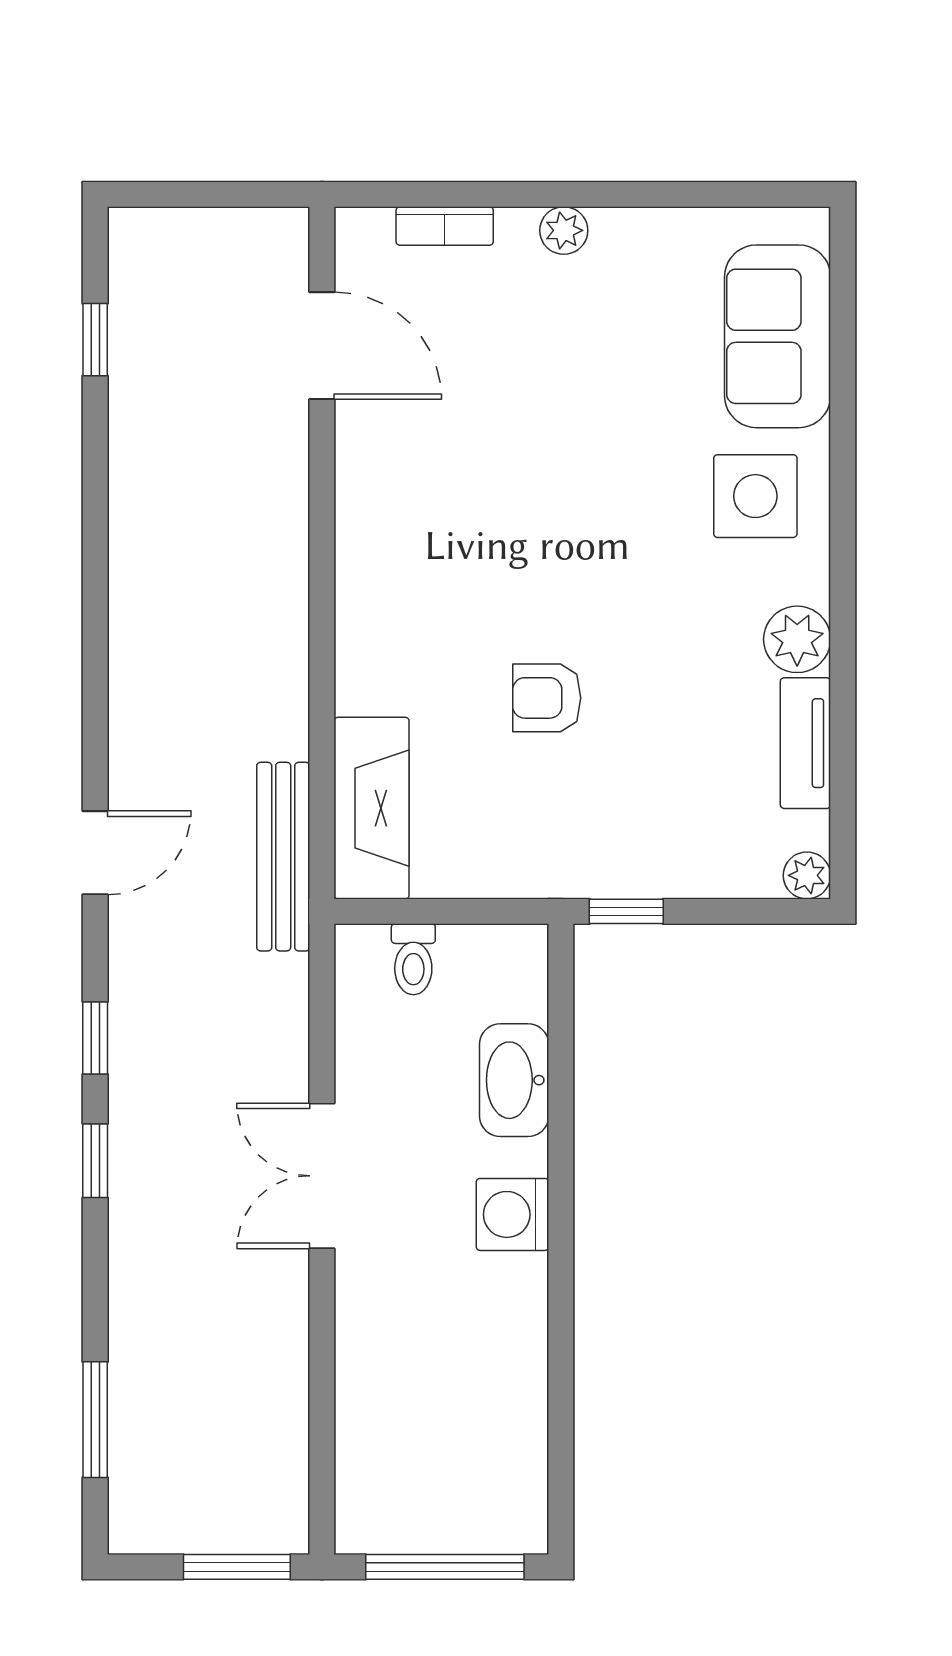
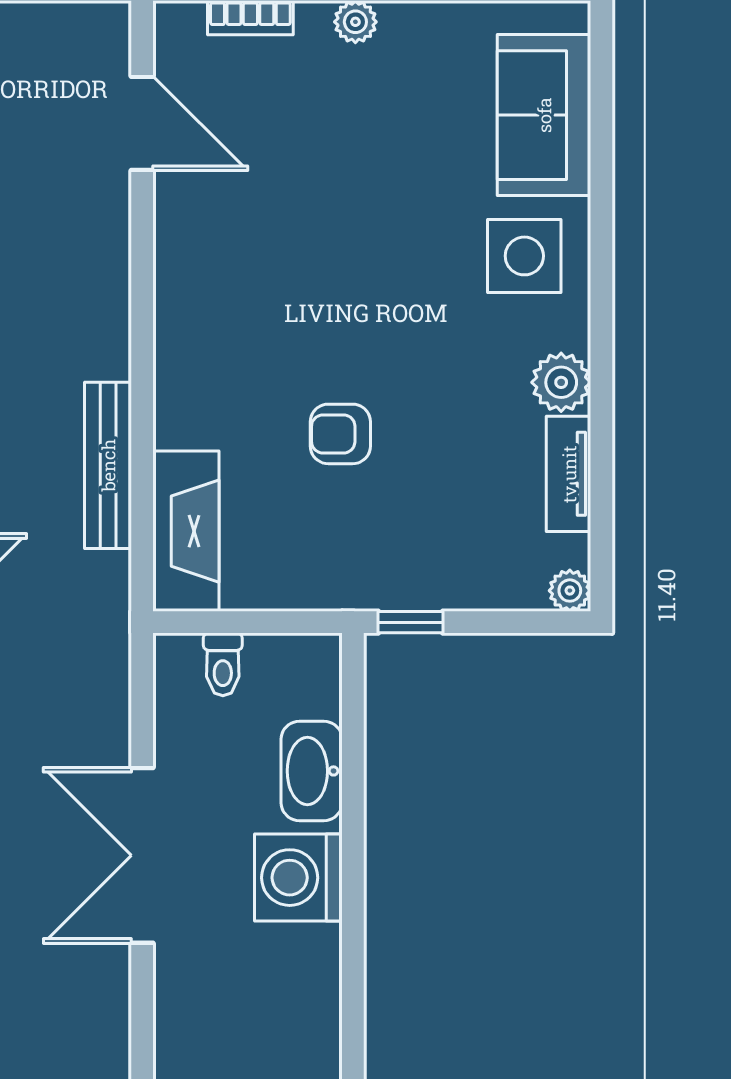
bench: (283, 857) -> (108, 465), moved
double door: (322, 1176) -> (142, 855), width x1.37
washing machine: (512, 1214) -> (298, 878), width x1.37, depth x1.37

